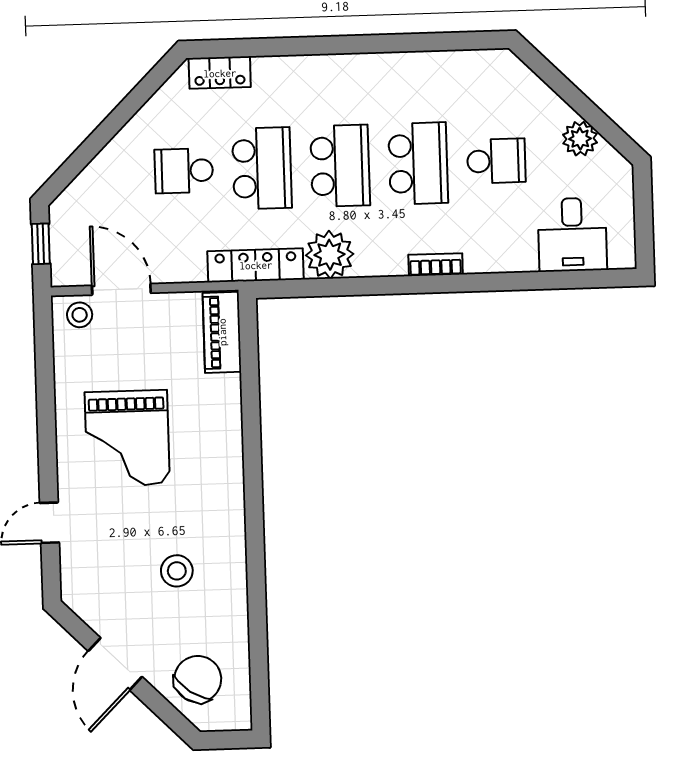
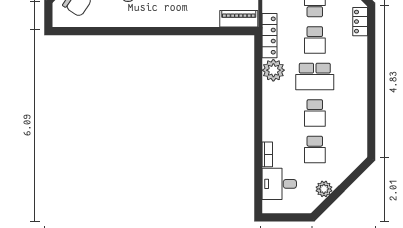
school desk: (418, 163) -> (315, 113), width x0.54
school desk: (262, 168) -> (315, 40), width x0.54
bookcase: (436, 265) -> (267, 154), moved

